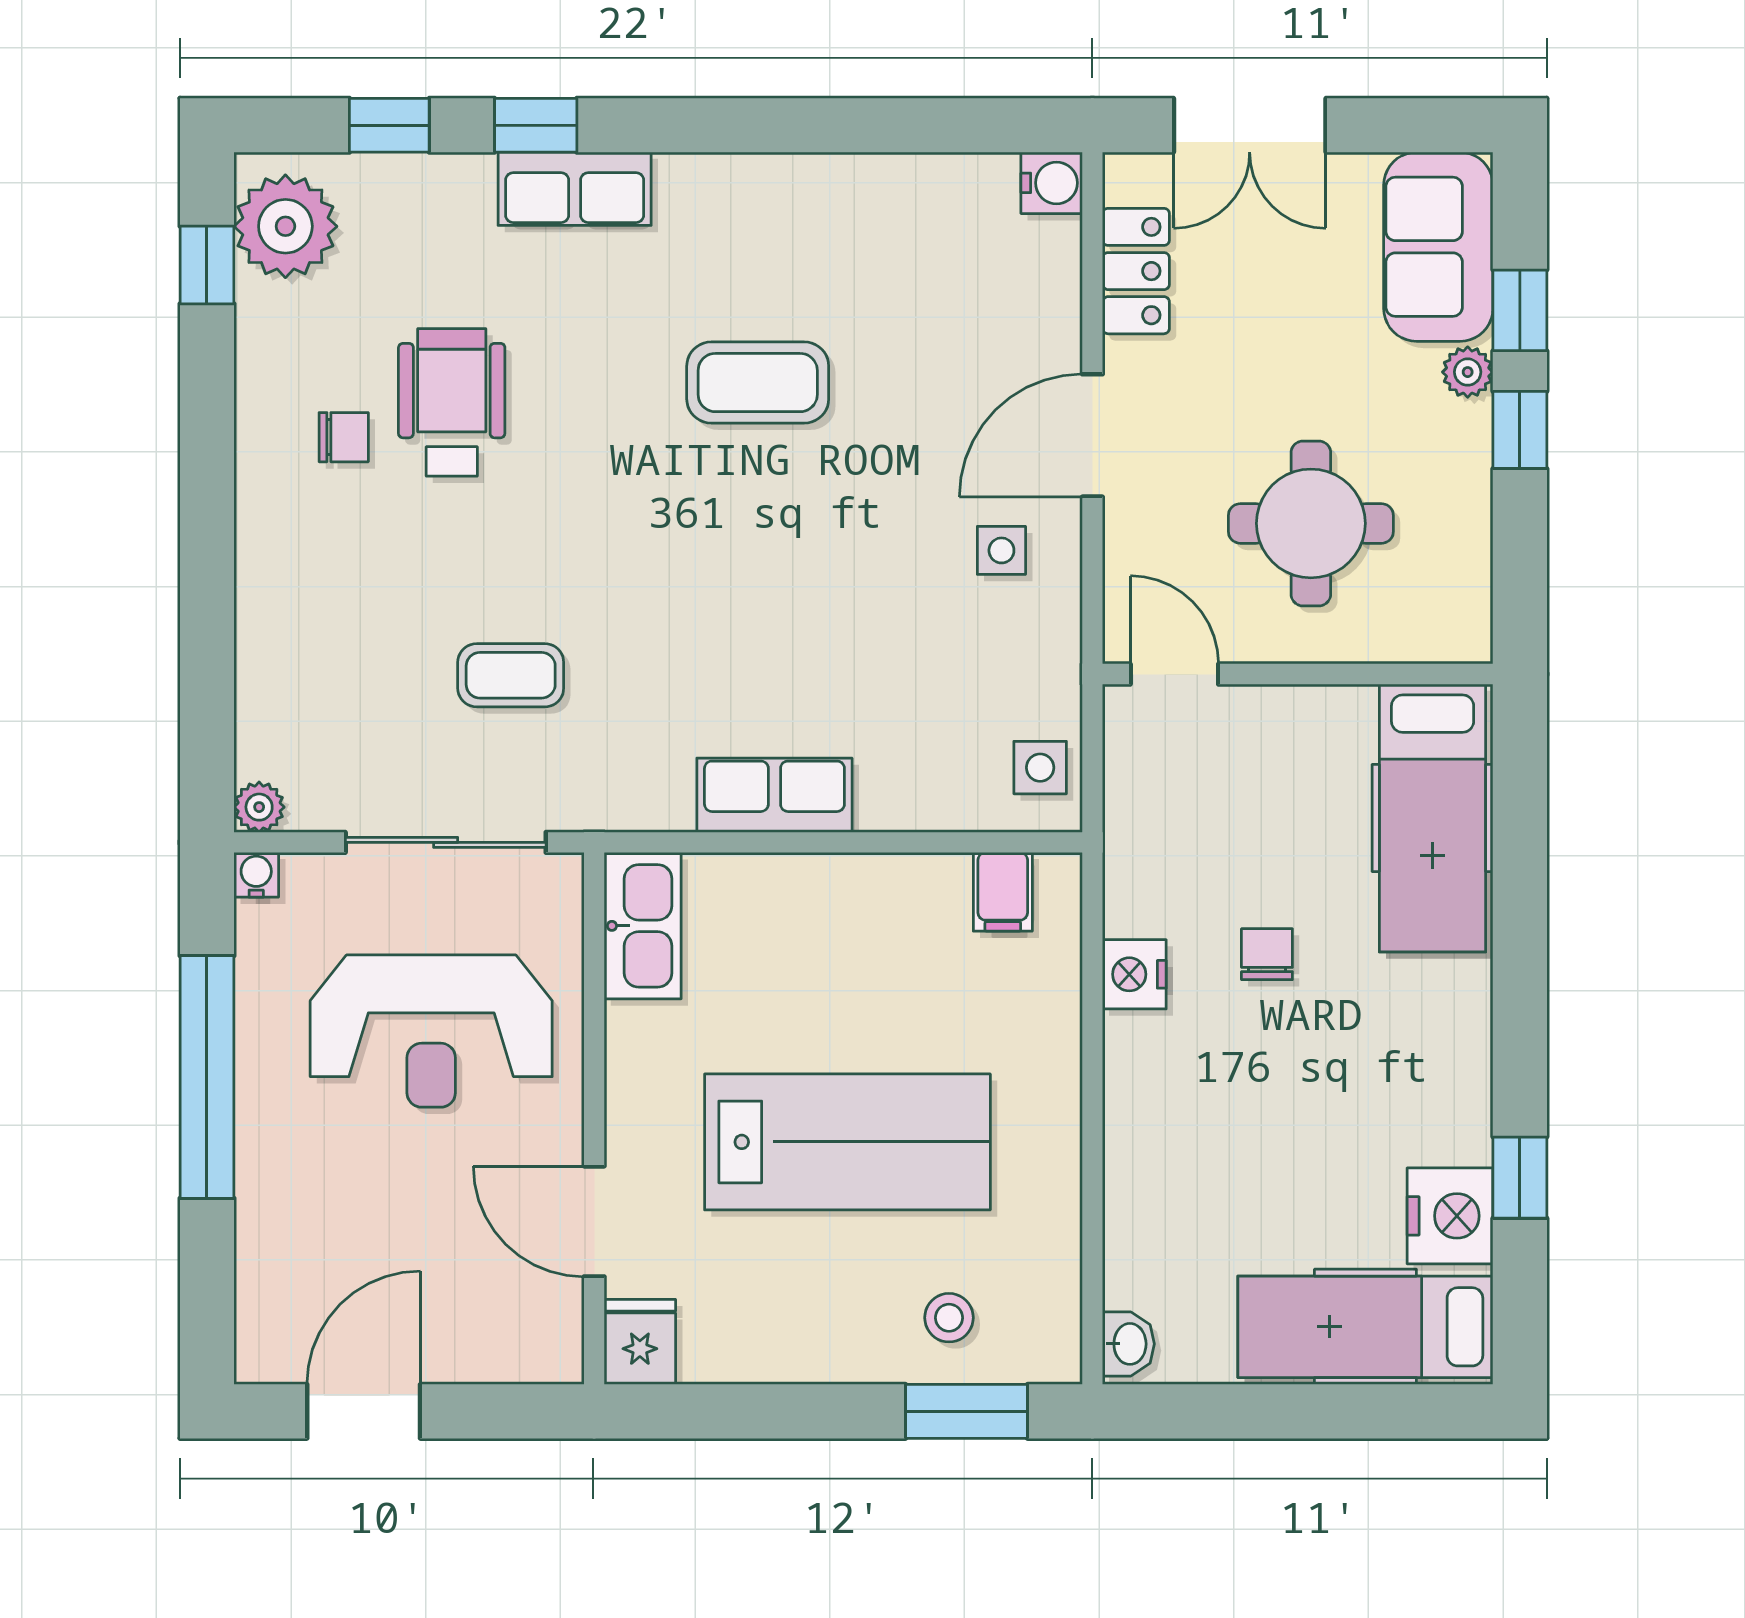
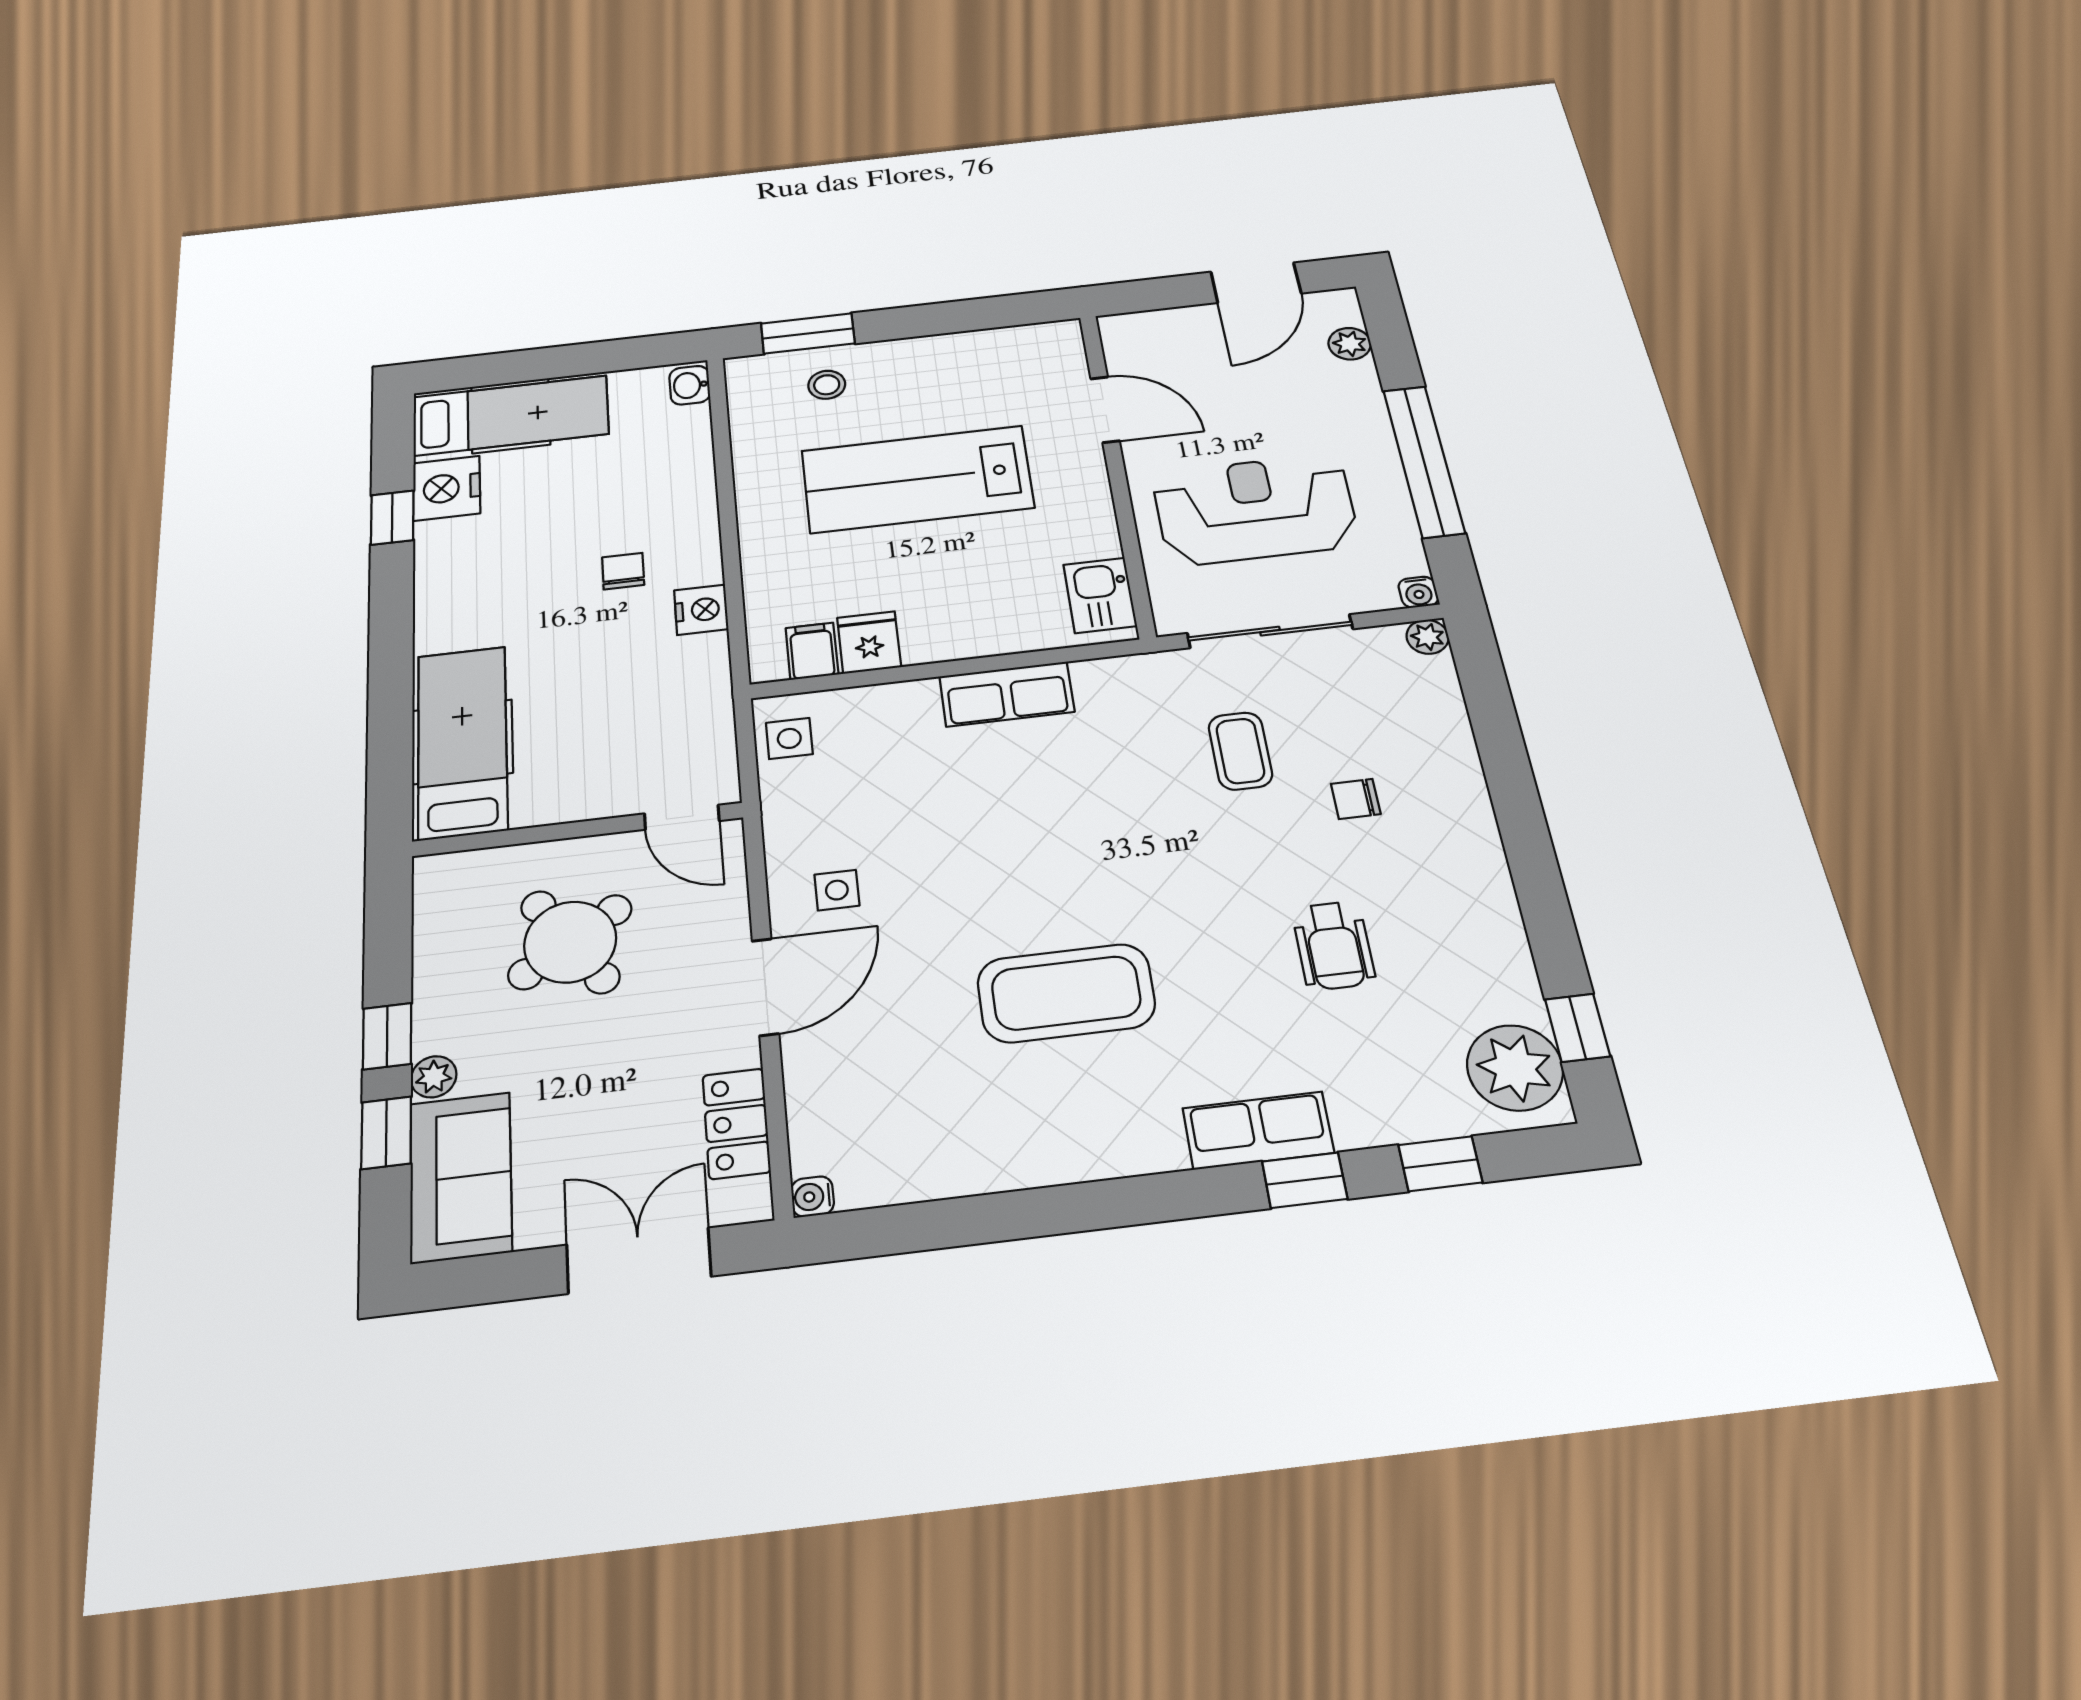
water cooler: (1052, 183) -> (813, 1197), width x0.72, depth x0.72
coffee table: (758, 383) -> (1066, 993), width x1.36, depth x1.32
wheelchair: (452, 402) -> (1333, 945), width x0.73, depth x0.73
chair: (344, 437) -> (1356, 799), moved
round table: (1311, 523) -> (570, 942), turned -34
coffee table: (511, 675) -> (1240, 751), turned 90
kitchen sink: (643, 926) -> (1100, 595), width x0.73
chair: (1267, 954) -> (623, 571), moved, turned 180
plant: (261, 1286) -> (1350, 344), added
fridge: (640, 1342) -> (869, 642), moved, turned 180

